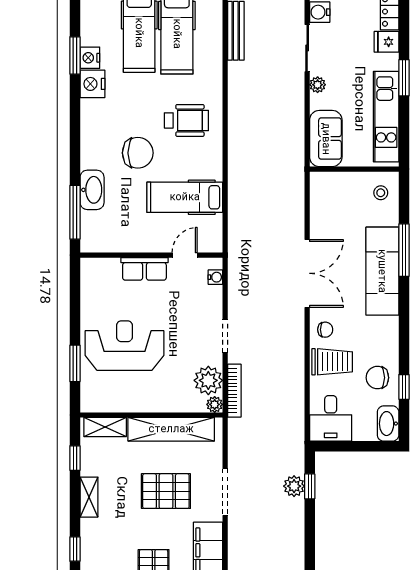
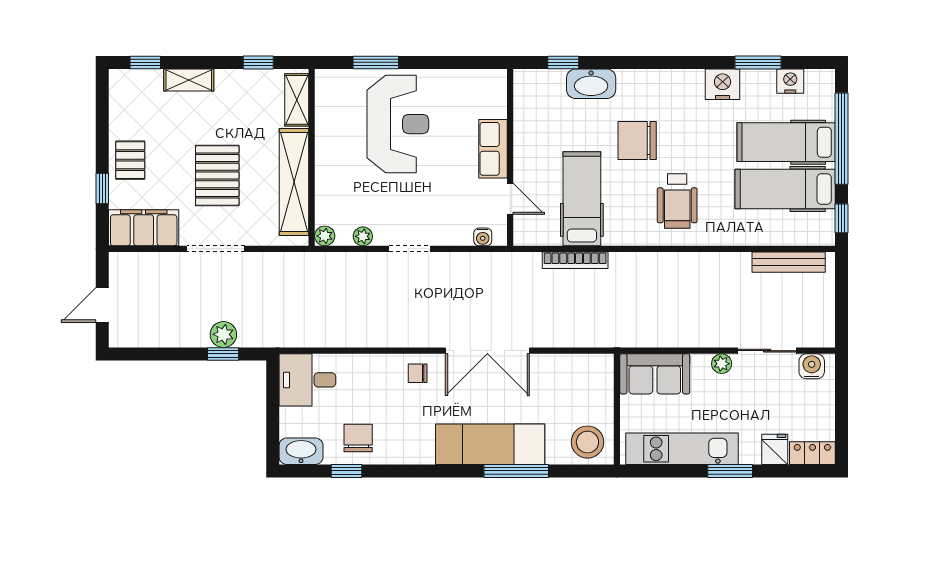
nightstand: (90, 58) -> (790, 81), moved
chair: (138, 153) -> (637, 141), turned 90
stool: (381, 193) -> (587, 442), width x1.89, depth x1.89
window: (75, 212) -> (563, 62), width x0.46
chair: (325, 330) -> (418, 373), turned 90
trolley: (332, 362) -> (378, 382), removed
plant: (208, 380) -> (363, 236), width x0.53, depth x0.53
bookcase: (234, 391) -> (575, 260), moved
shelving: (89, 497) -> (189, 80), moved

